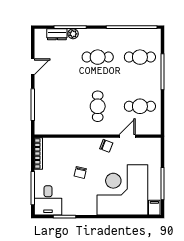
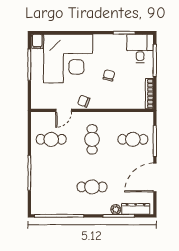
dresser: (57, 34) -> (136, 209), width x1.44
cafe table: (140, 57) -> (133, 139), moved
door: (33, 67) -> (155, 178), width x1.88

